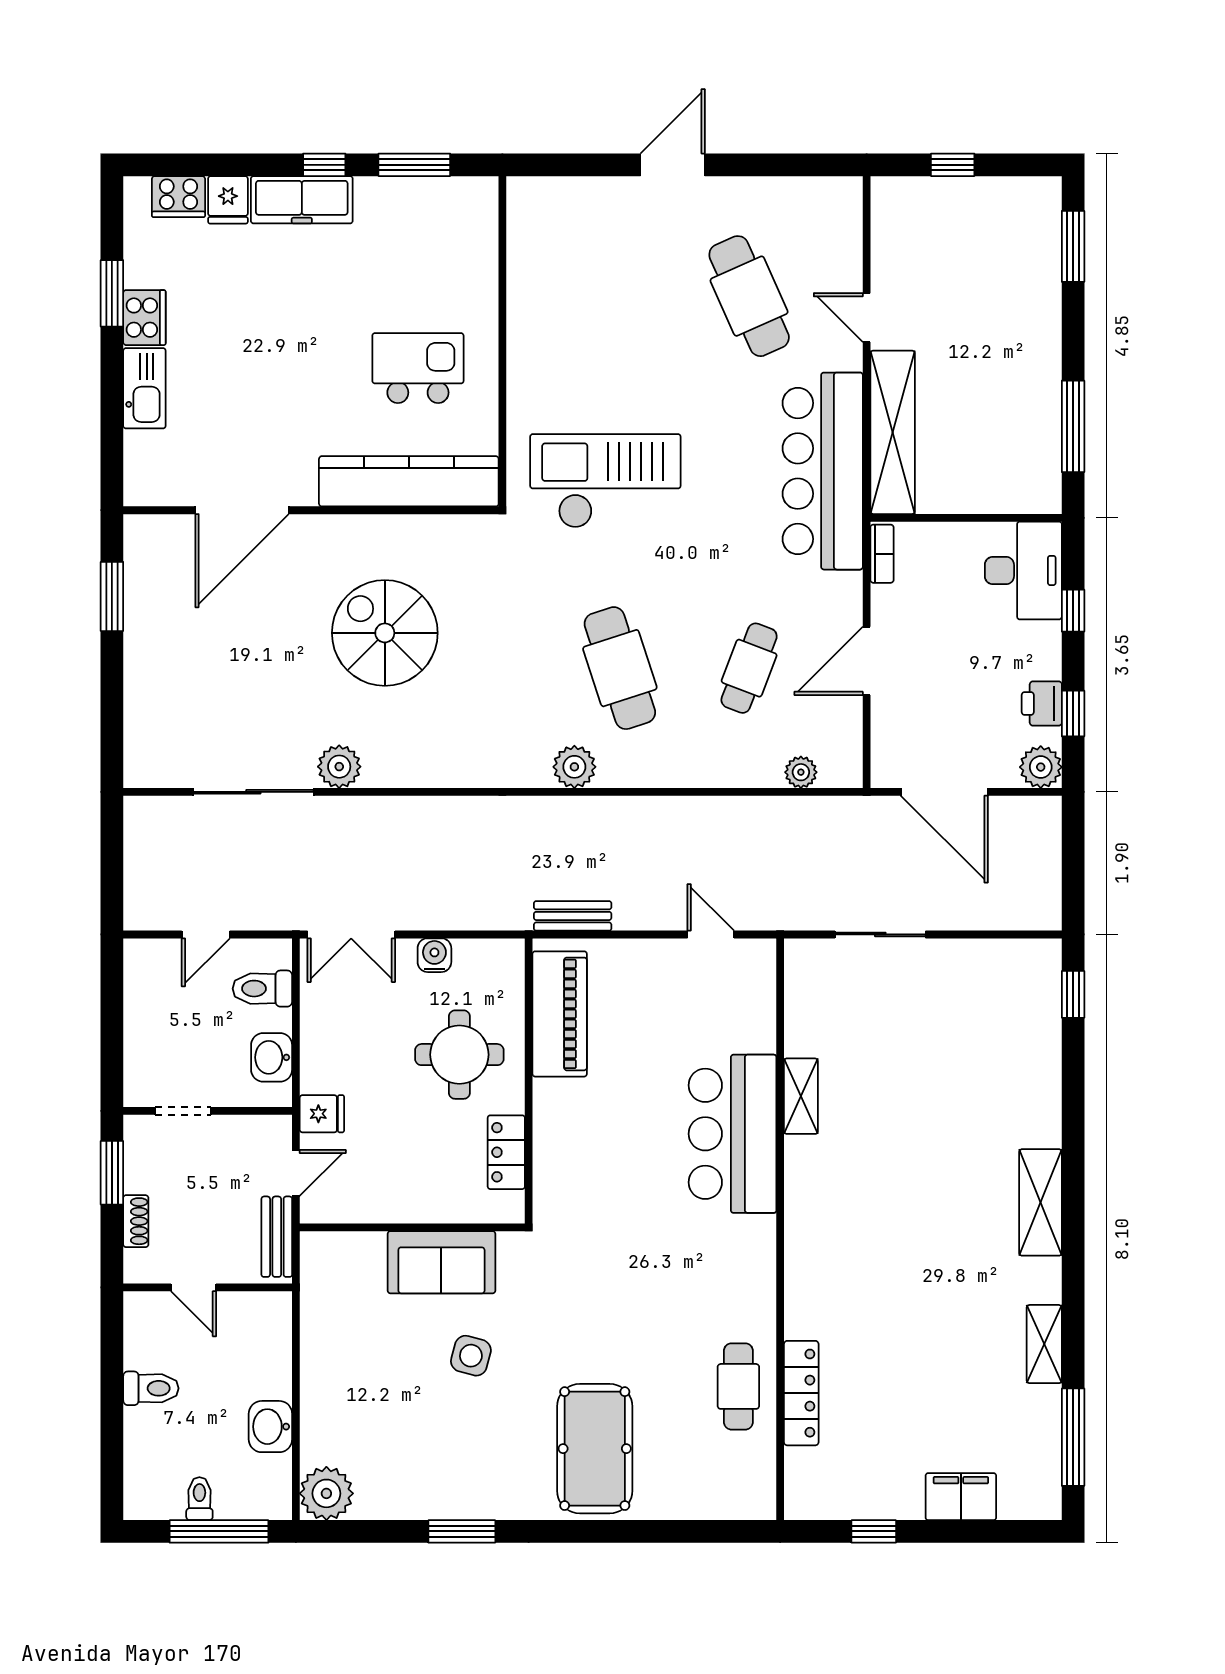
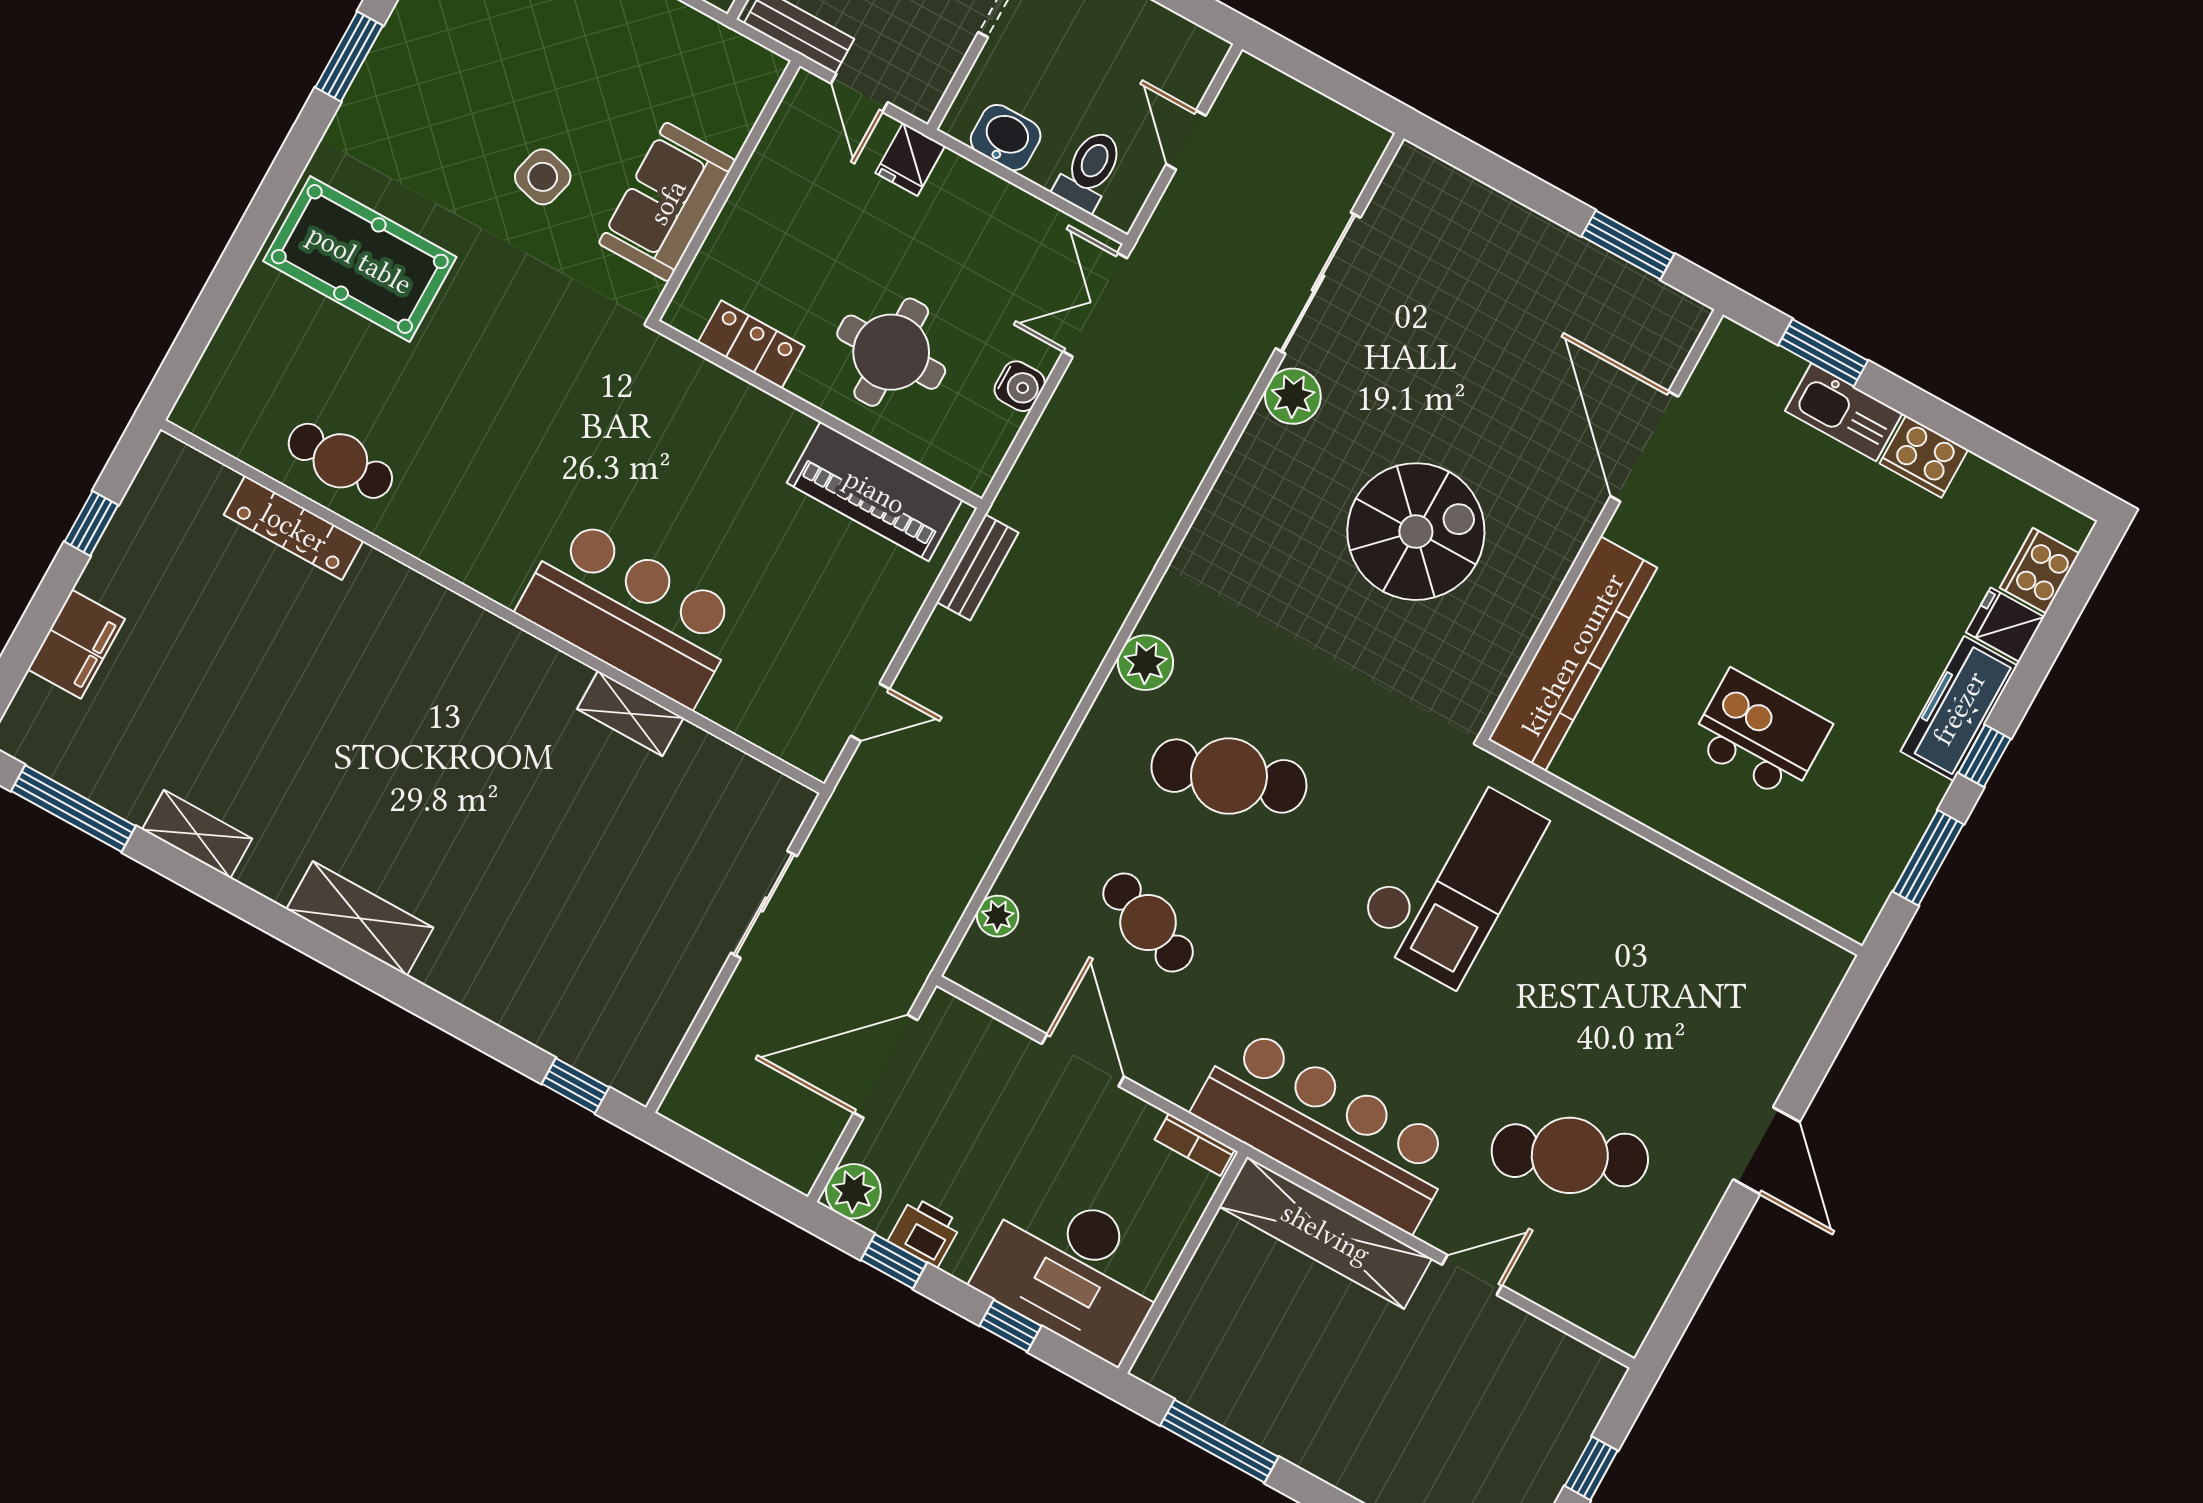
window: (112, 293) -> (1823, 353), moved
kitchen island: (418, 368) -> (1760, 735), moved, turned -90
desk: (1023, 570) -> (1074, 1270), width x1.36, depth x1.30

